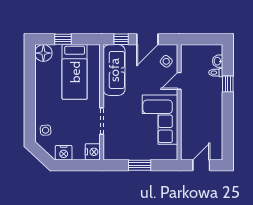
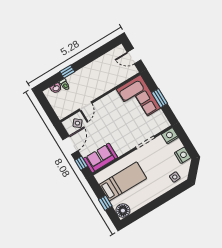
door: (147, 39) -> (70, 145), hinge flipped
sofa: (114, 70) -> (100, 158), width x0.73
door: (179, 81) -> (86, 106), hinge flipped
corner sofa: (160, 120) -> (139, 99), moved, turned 90

